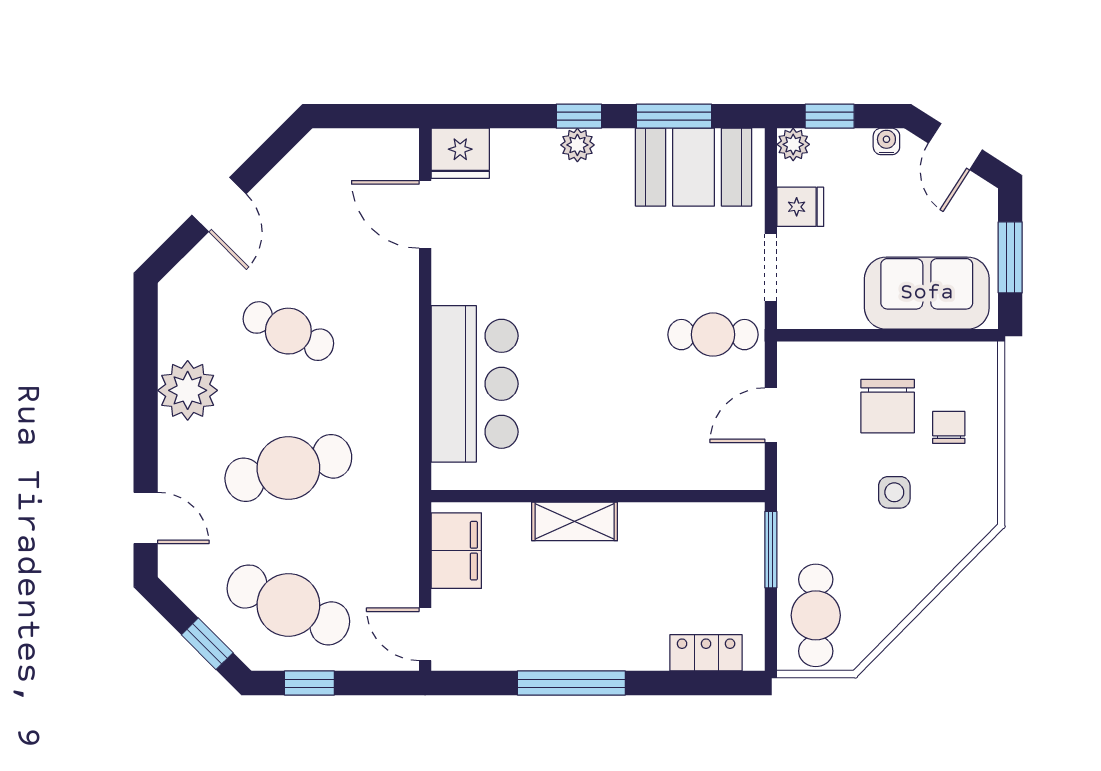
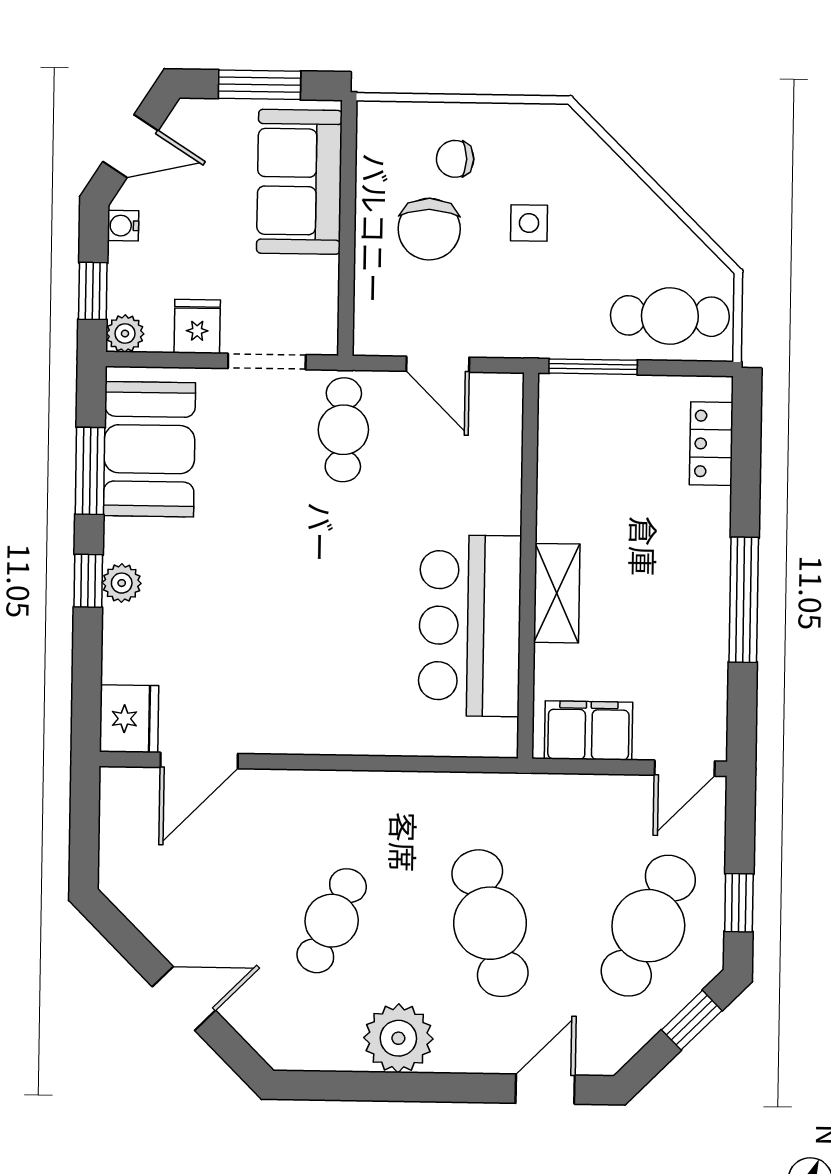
bar counter: (475, 384) -> (470, 626), moved, turned -90
chair: (888, 406) -> (429, 229), turned 90

